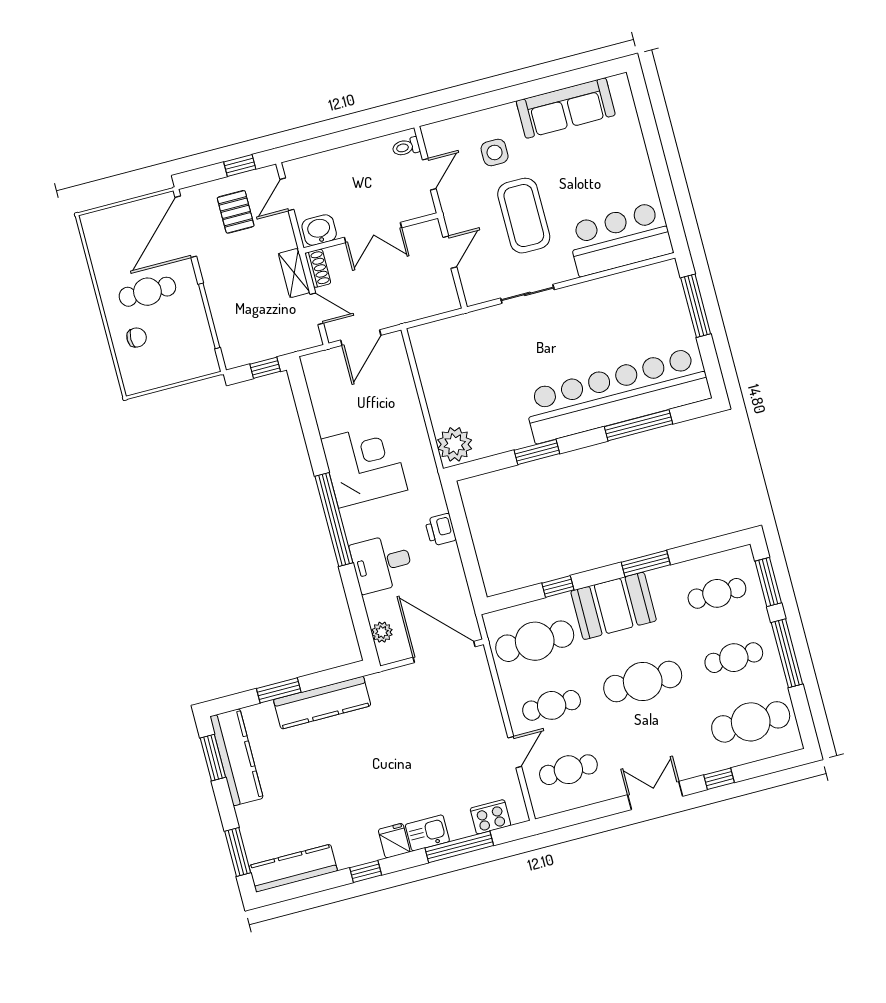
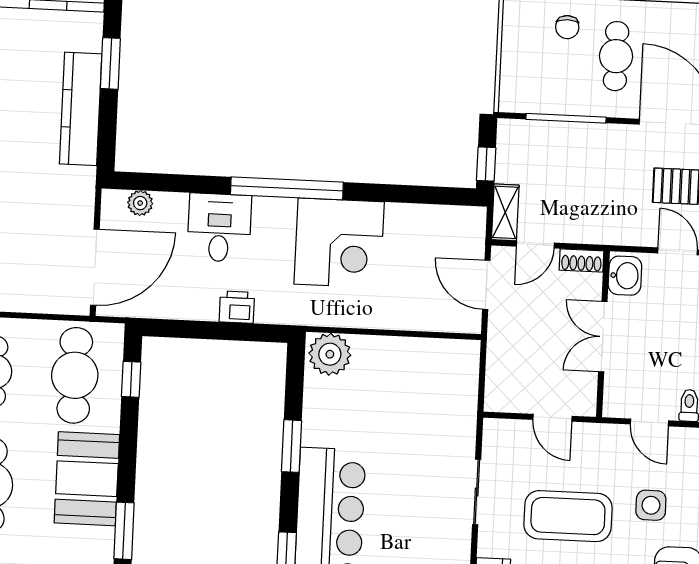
shelving: (294, 273) -> (505, 212), moved, turned 90
window: (558, 587) -> (131, 379), moved

